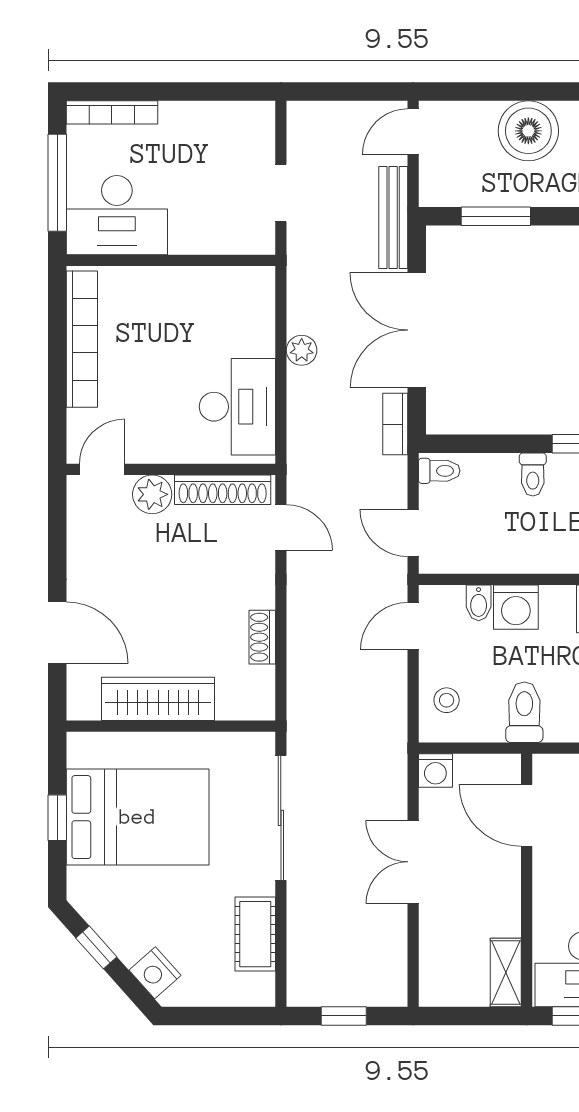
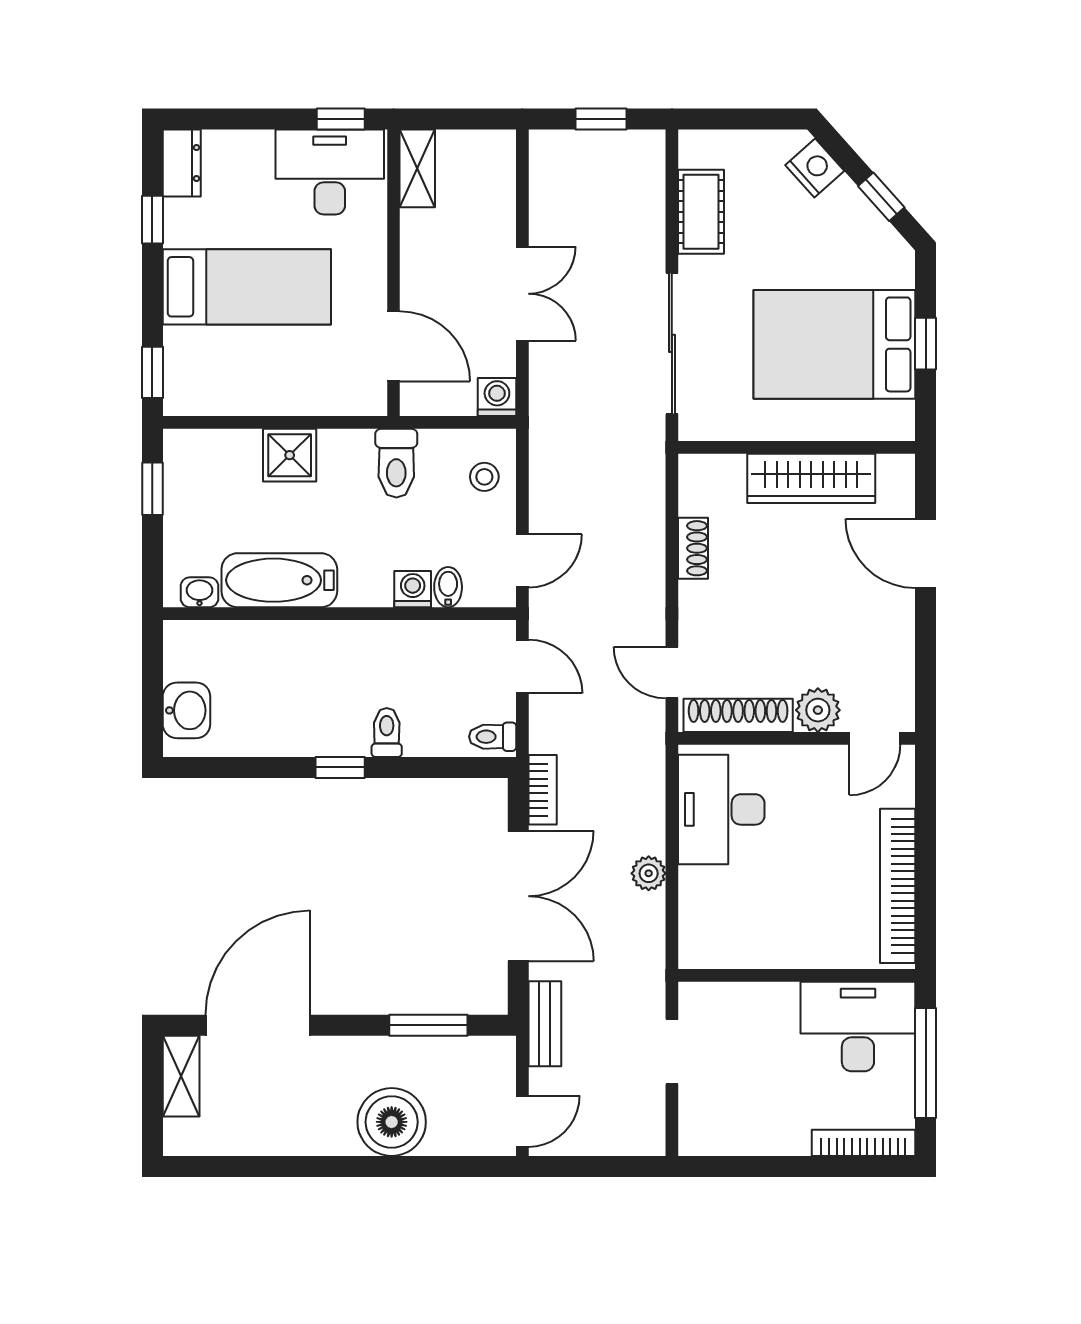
bench: (393, 217) -> (545, 1024), width x0.73
washing machine: (516, 607) -> (413, 589), width x0.73, depth x0.73

